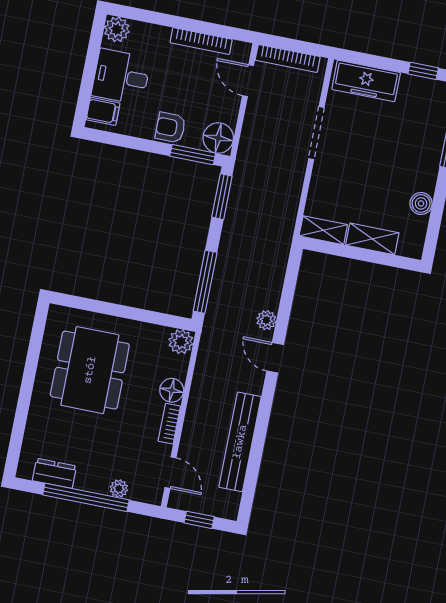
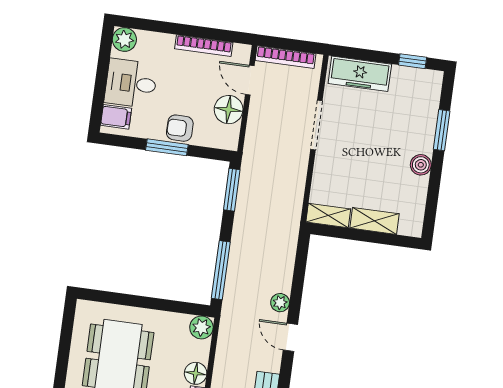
floor lamp: (218, 138) -> (229, 110), moved
window: (193, 155) -> (167, 147), moved
boiler: (421, 203) -> (421, 165), moved

